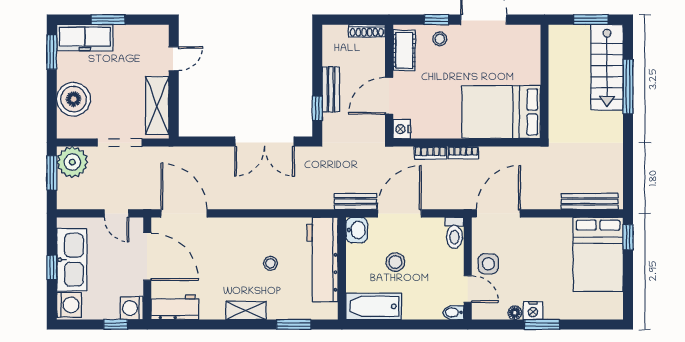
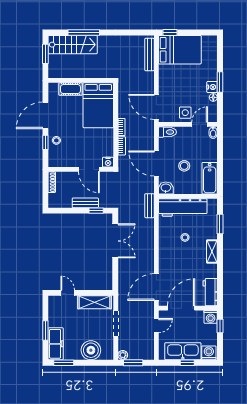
cot: (404, 50) -> (70, 89), moved
plant: (72, 162) -> (123, 355), width x0.53, depth x0.53
bench: (355, 201) -> (149, 206), moved

